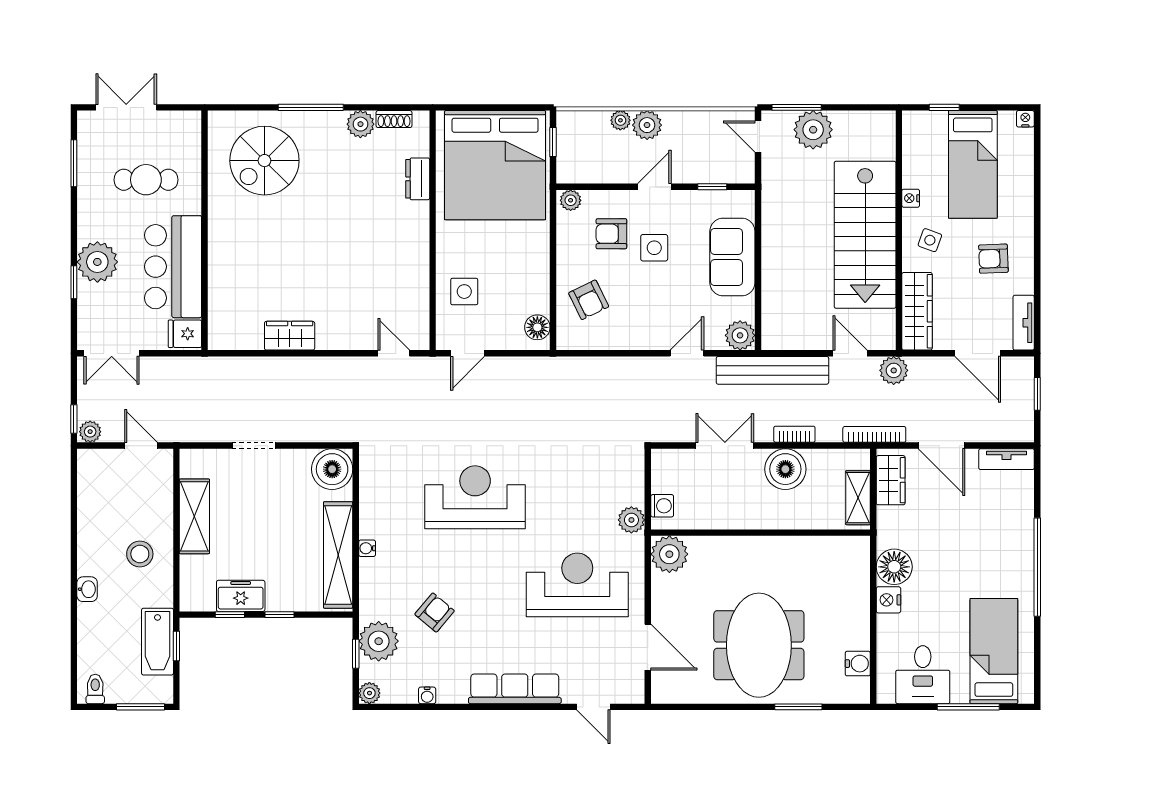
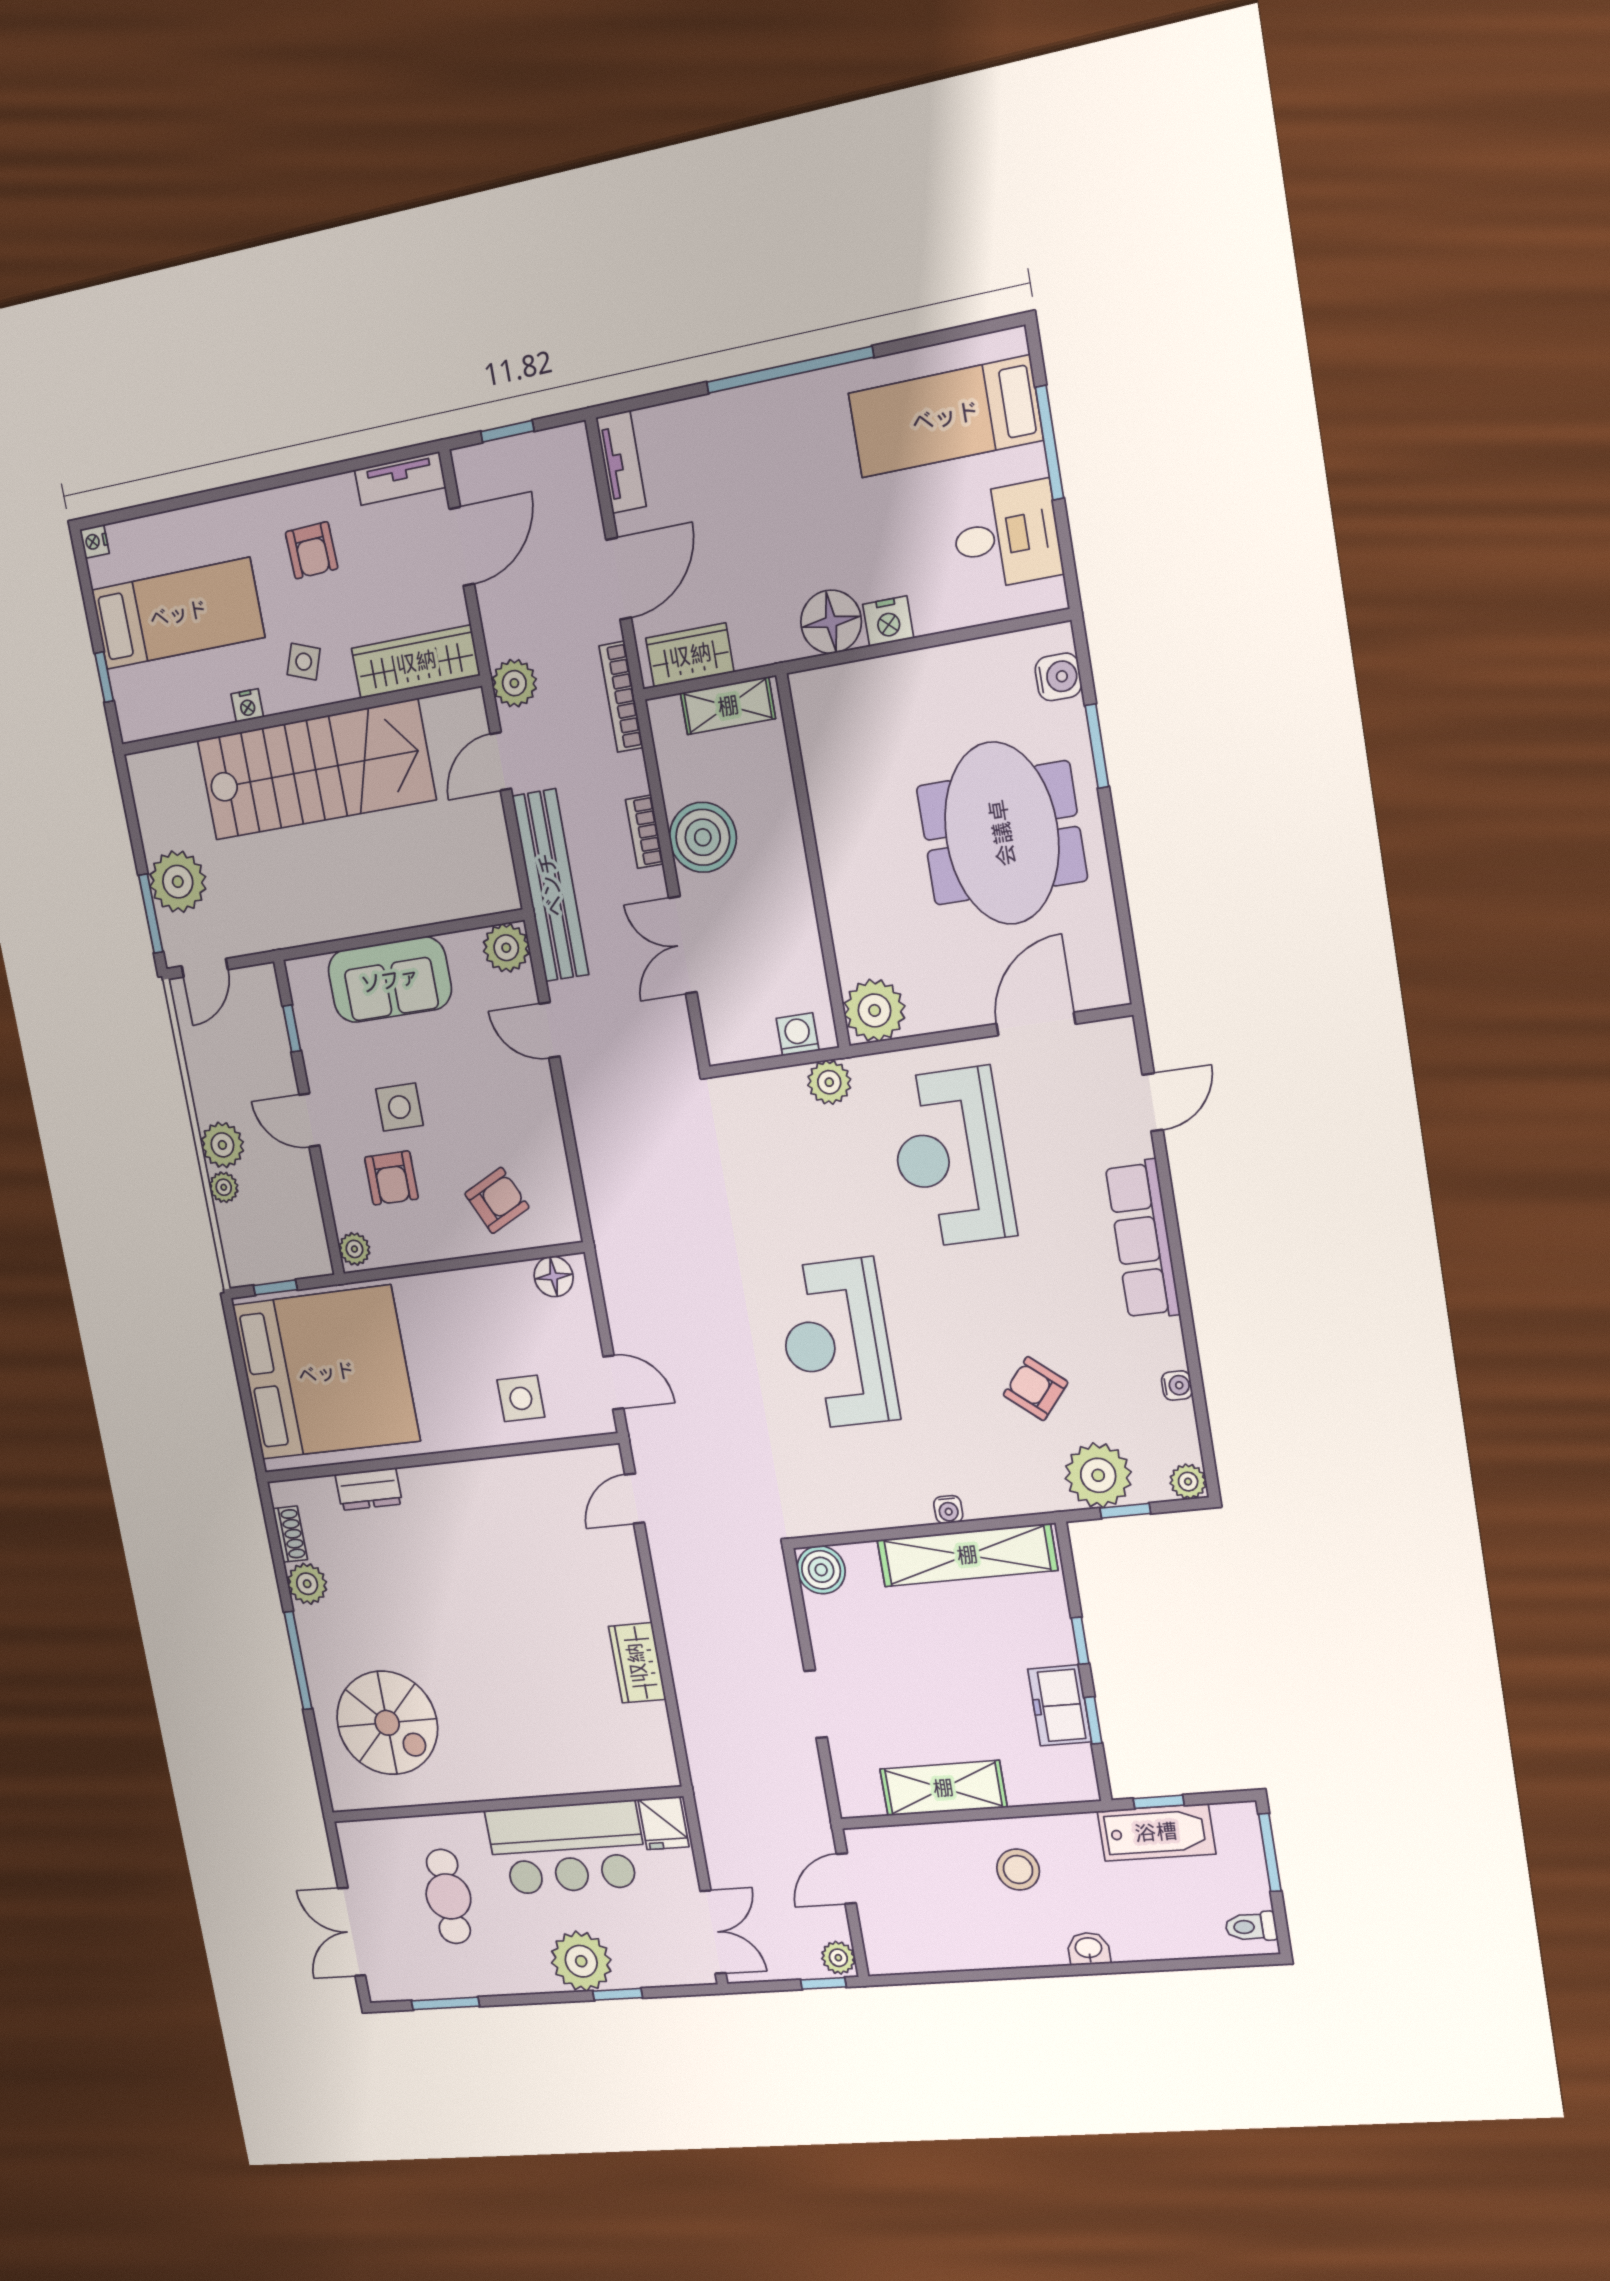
boiler: (332, 469) -> (821, 1570), width x0.73, depth x0.73
meeting table: (759, 645) -> (1002, 833), turned 90
water cooler: (858, 664) -> (1058, 677), moved, turned 90

